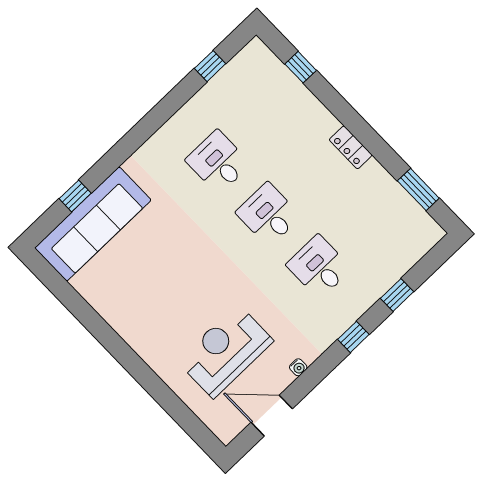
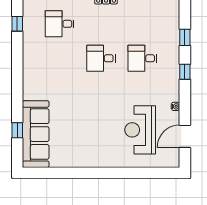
desk: (218, 162) -> (60, 24), moved

